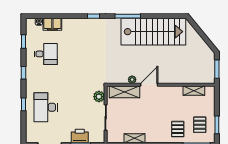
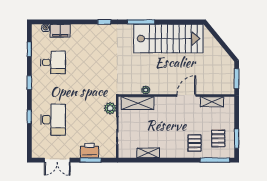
door: (149, 85) -> (186, 95), moved
desk: (46, 107) -> (53, 120), turned 180

